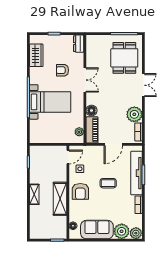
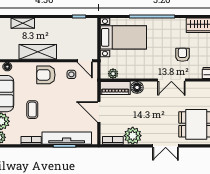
bed with nightstands: (50, 102) -> (123, 37), moved, turned -90
coffee table: (108, 183) -> (32, 110), moved
shelving: (34, 194) -> (23, 23), moved

